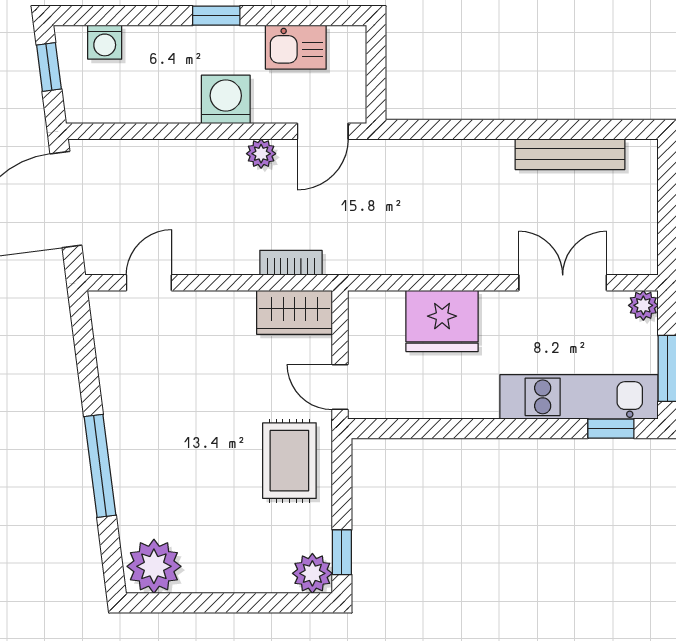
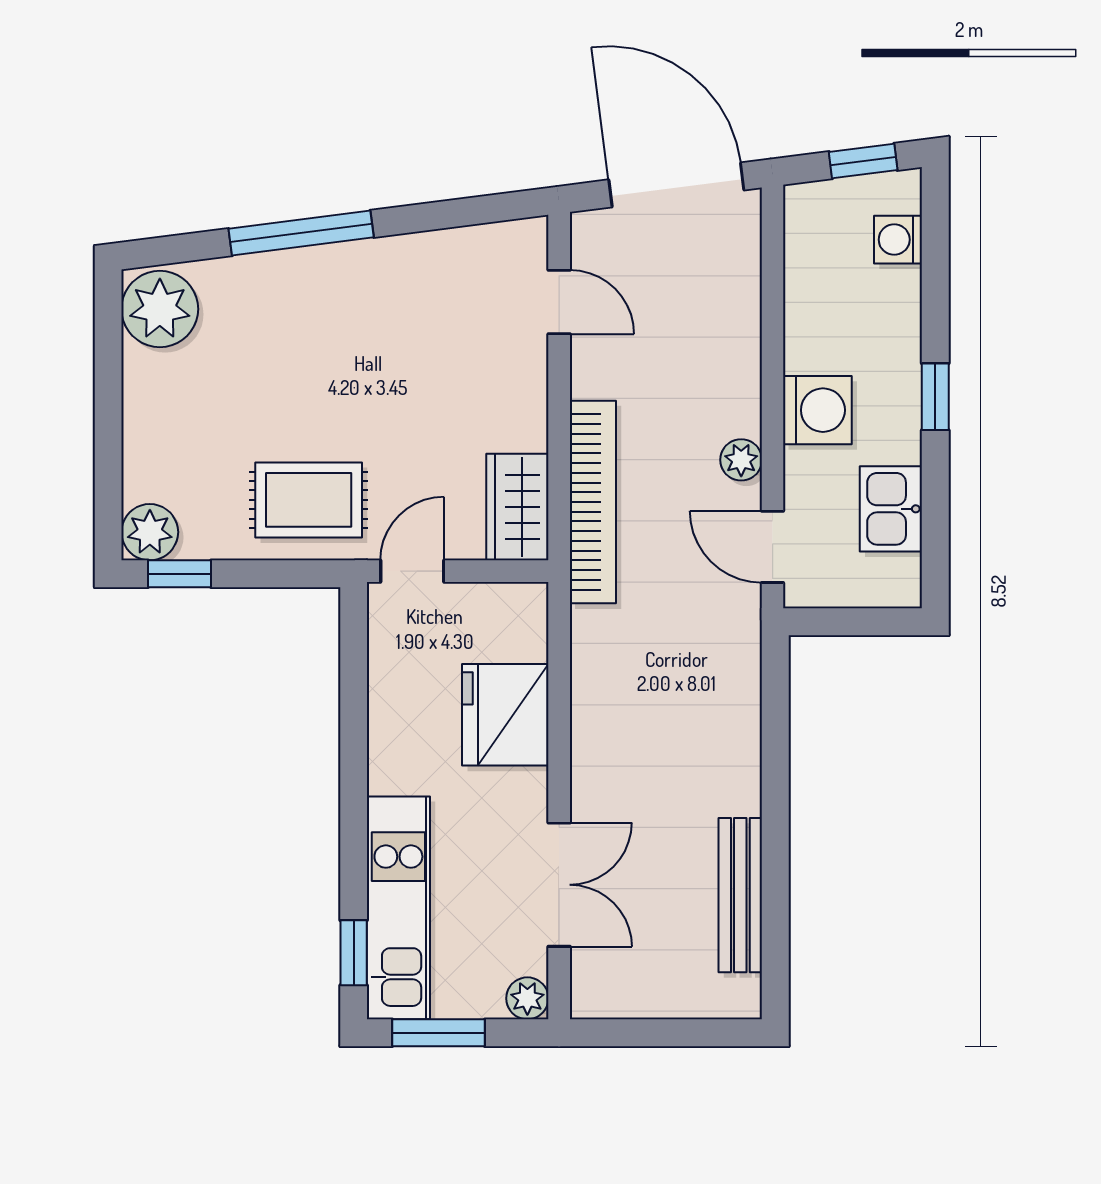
bookcase: (291, 263) -> (593, 502), width x2.31, depth x1.31

